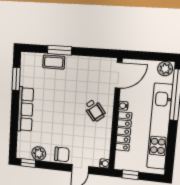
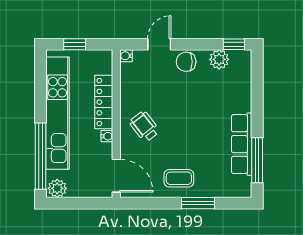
coffee table: (54, 62) -> (179, 178), moved
door: (119, 75) -> (116, 176), swing flipped
window: (16, 79) -> (257, 160), width x1.44
row of seats: (25, 109) -> (242, 144), moved
window: (130, 175) -> (75, 44), moved

